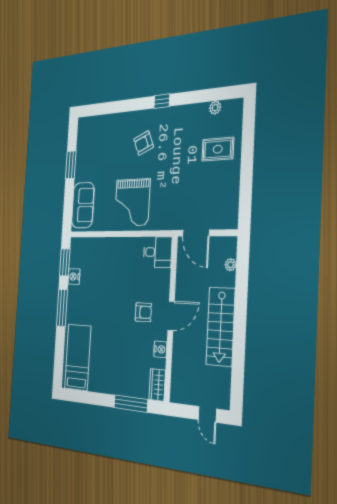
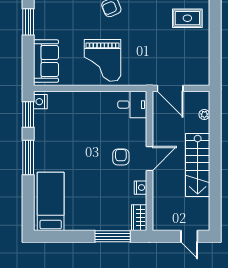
nightstand: (74, 277) -> (40, 102), moved
armchair: (143, 312) -> (121, 157), turned -90

